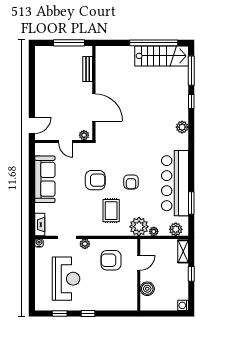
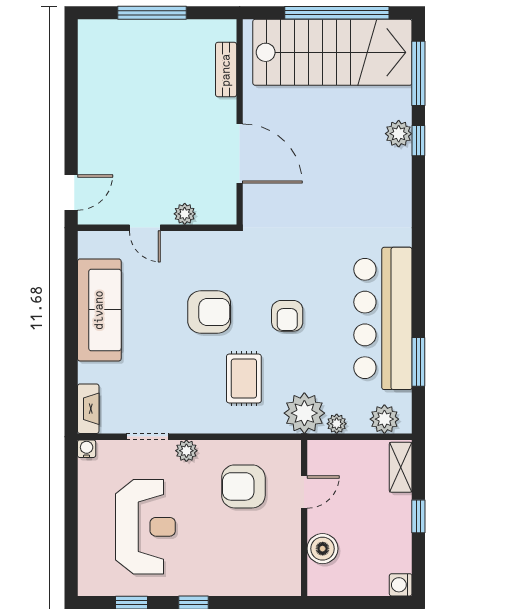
stairs: (162, 56) -> (332, 52), width x1.36, depth x1.51
bench: (88, 69) -> (226, 70), moved
wall: (94, 93) -> (240, 122), moved
door: (94, 107) -> (240, 153), moved
plant: (182, 127) -> (399, 134), moved

